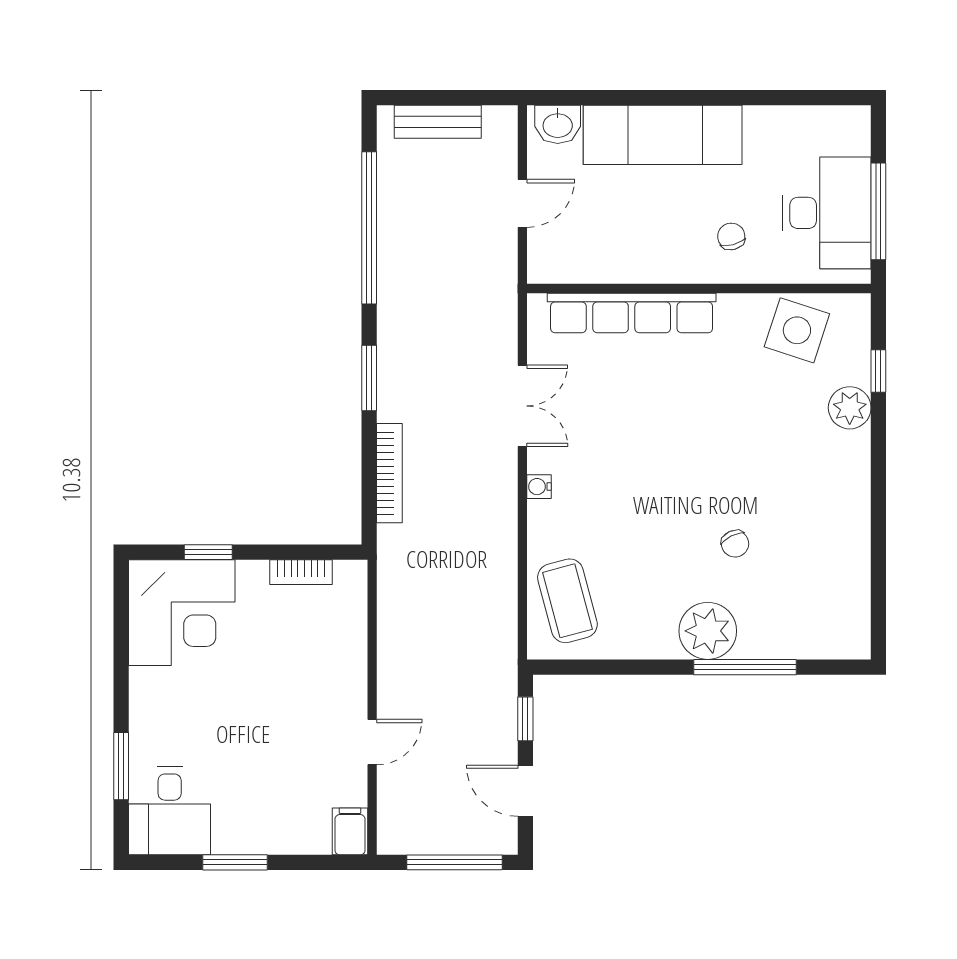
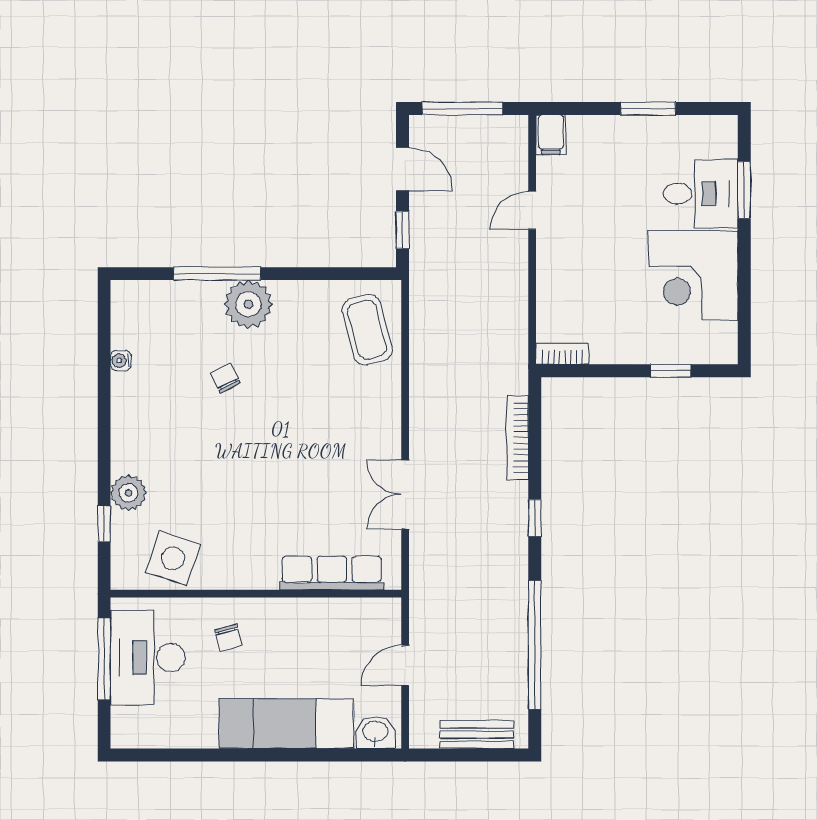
row of seats: (632, 313) -> (332, 573), width x0.73
window: (369, 378) -> (535, 518), width x0.67
water cooler: (539, 487) -> (121, 361), moved, turned 180
bookcase: (301, 572) -> (562, 354), moved
corner desk: (182, 613) -> (693, 276), moved, turned -90
desk: (170, 811) -> (701, 194), moved, turned 90

